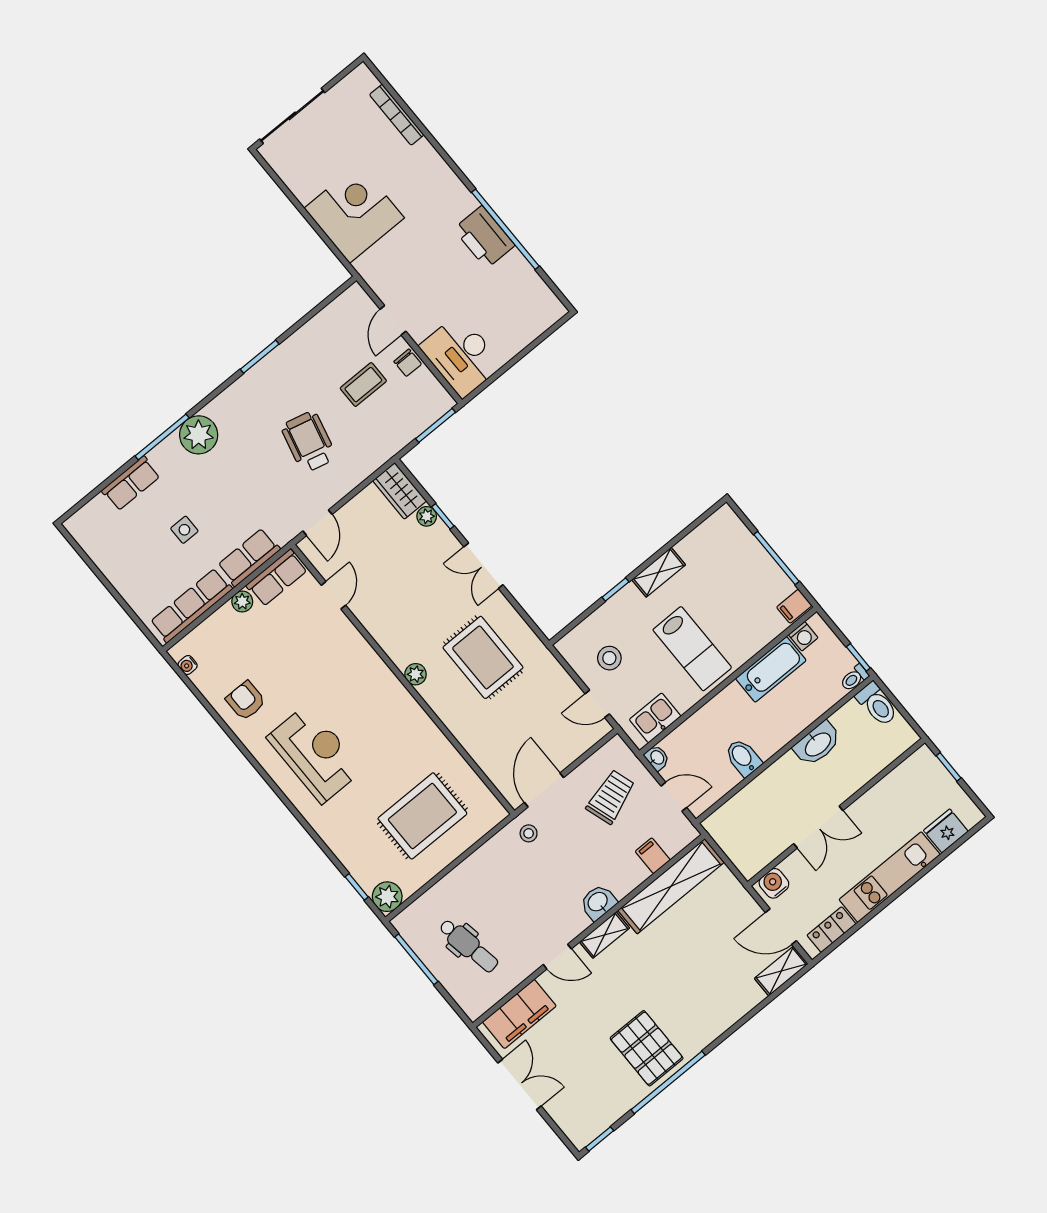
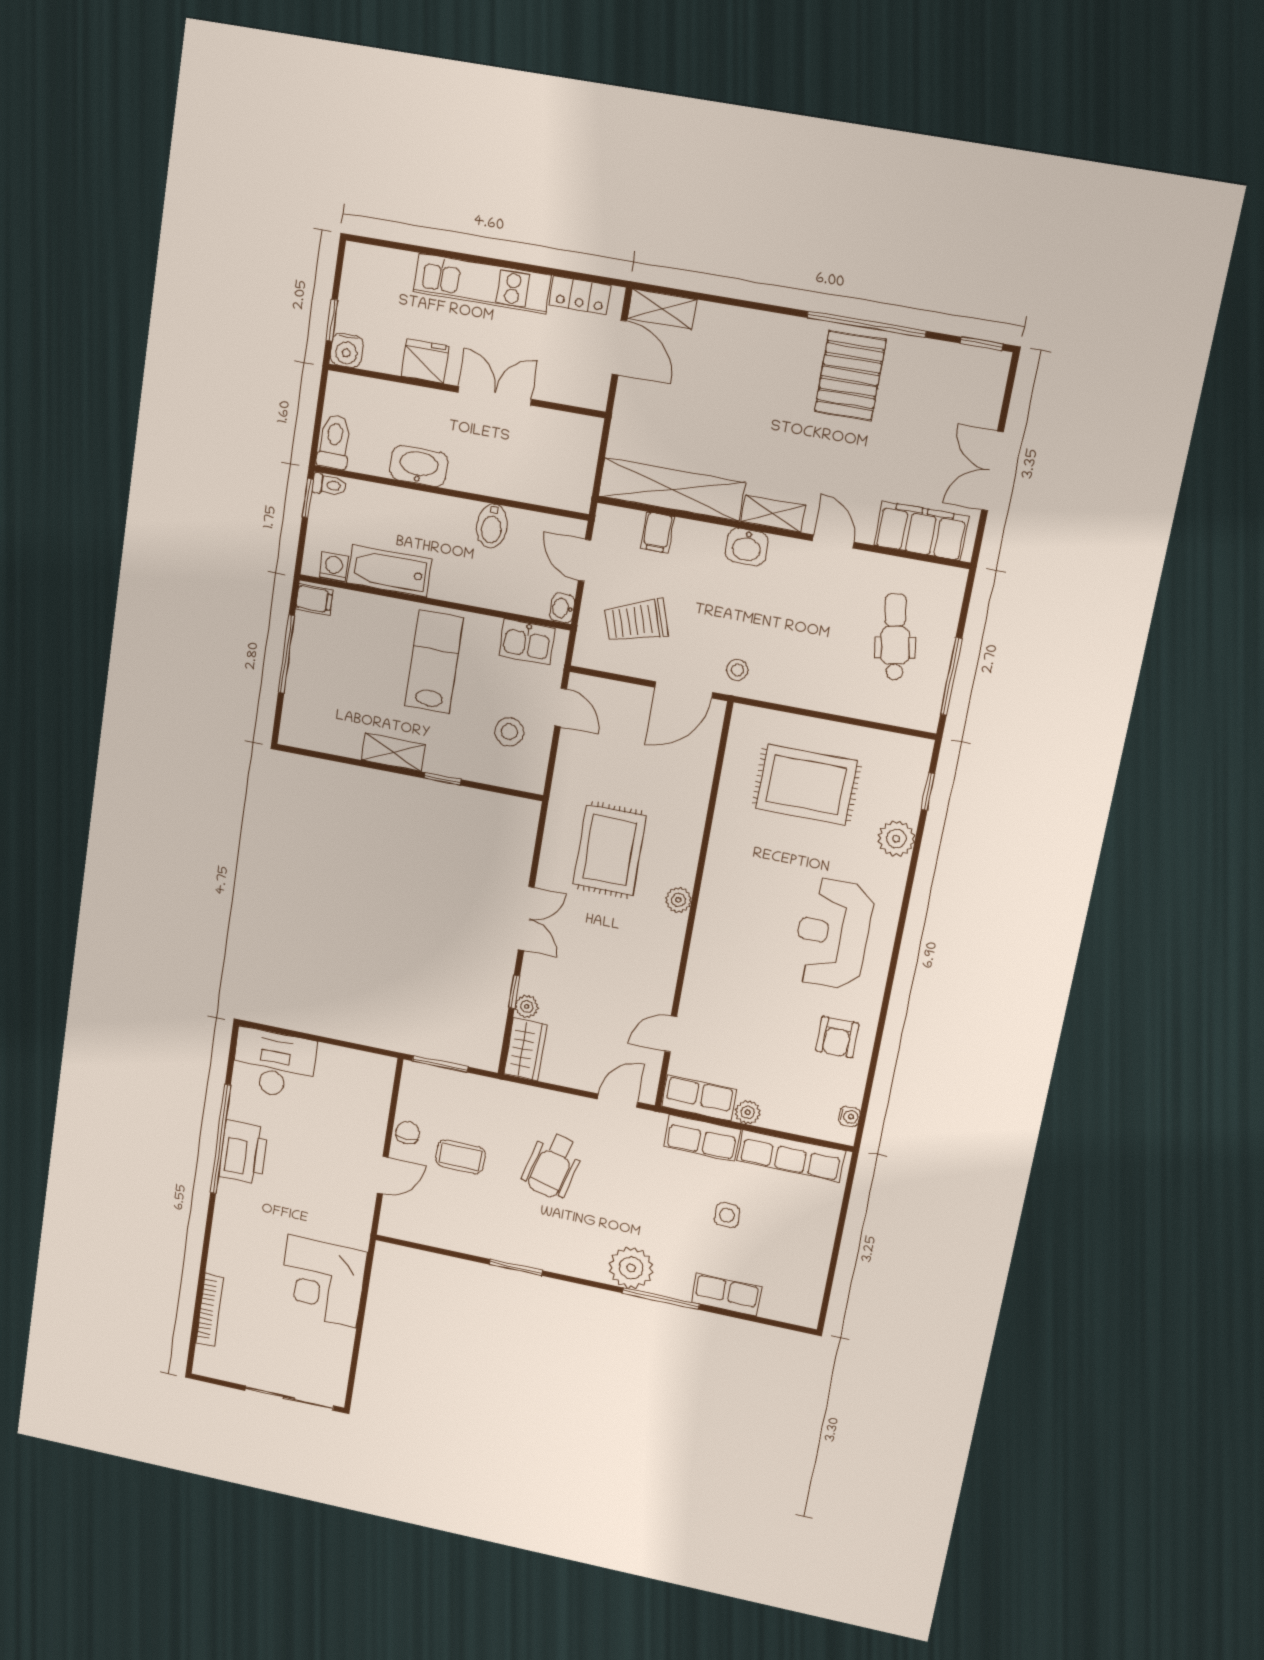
desk: (461, 356) -> (274, 1064), moved, turned -90
fridge: (946, 831) -> (425, 361), moved, turned 180
water cooler: (774, 883) -> (347, 350), moved
plant: (387, 897) -> (896, 839), moved

